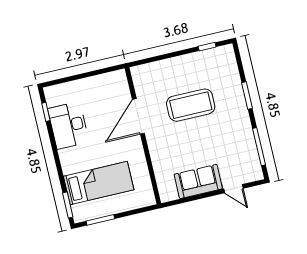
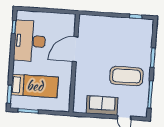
coffee table: (191, 105) -> (126, 76), moved
desk: (68, 125) -> (30, 41), width x1.36, depth x1.30

